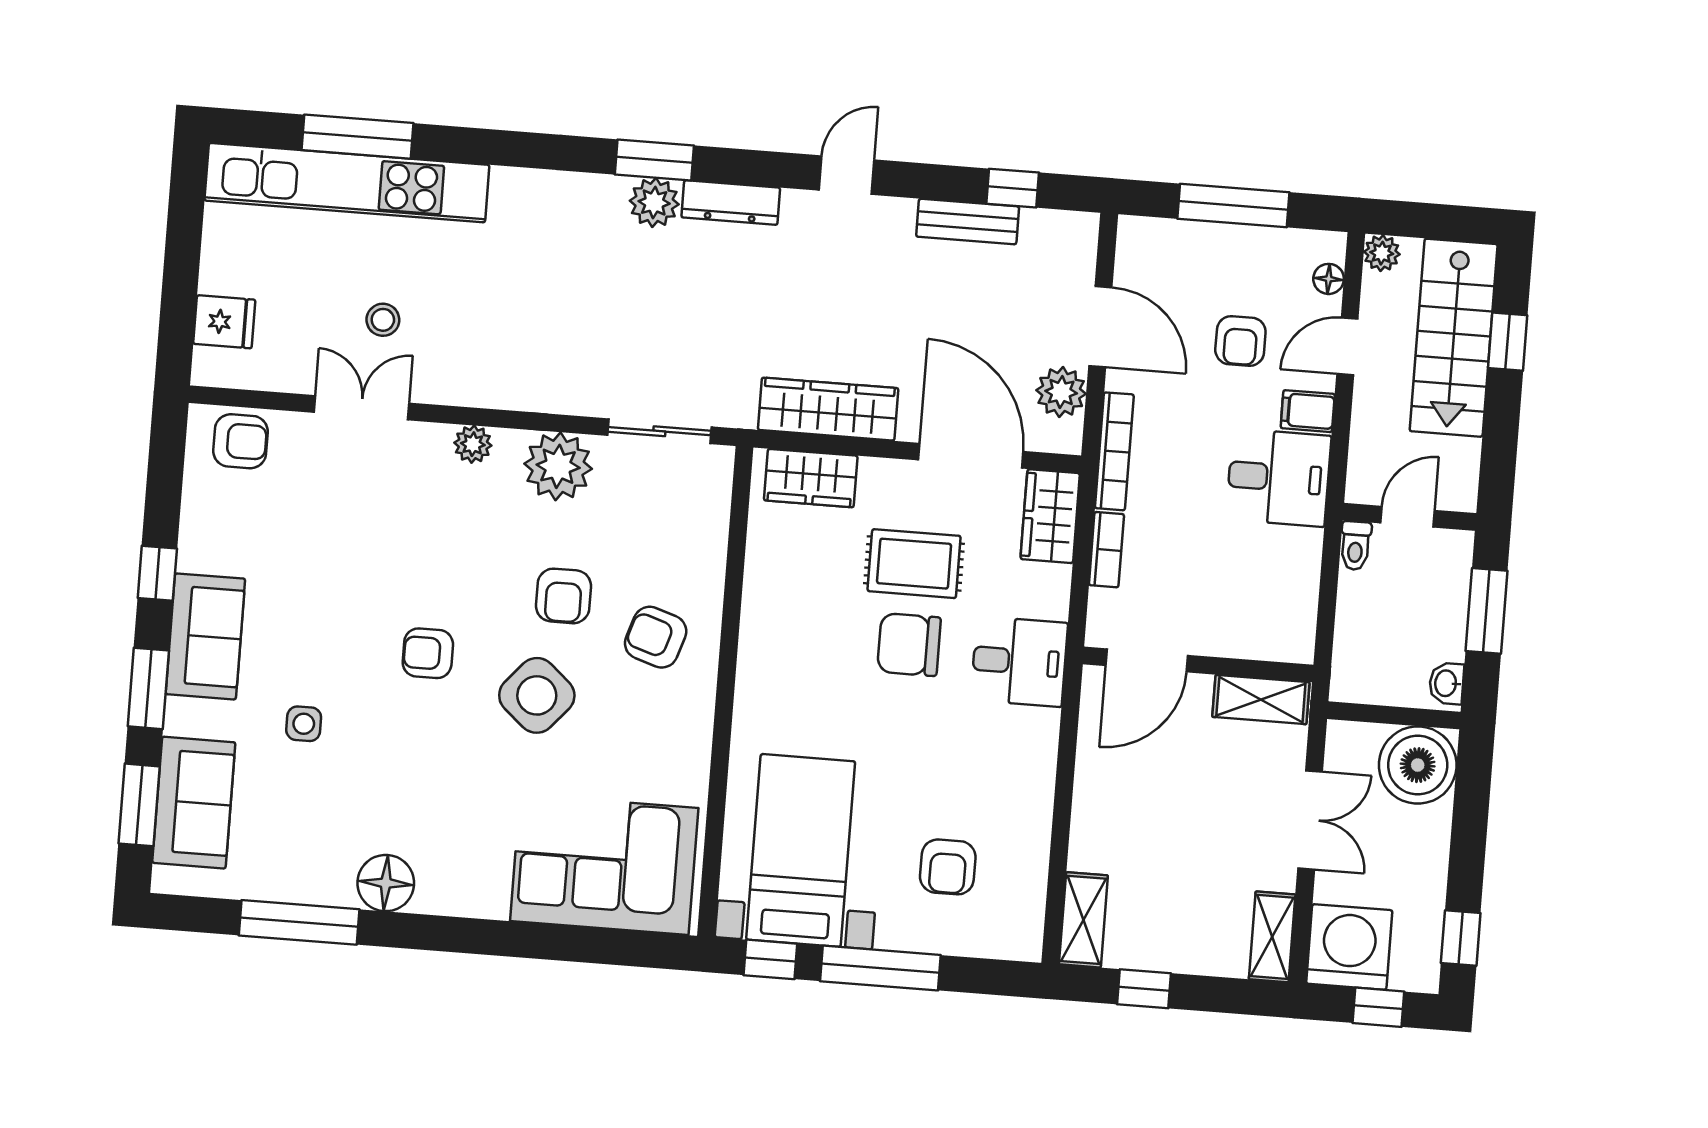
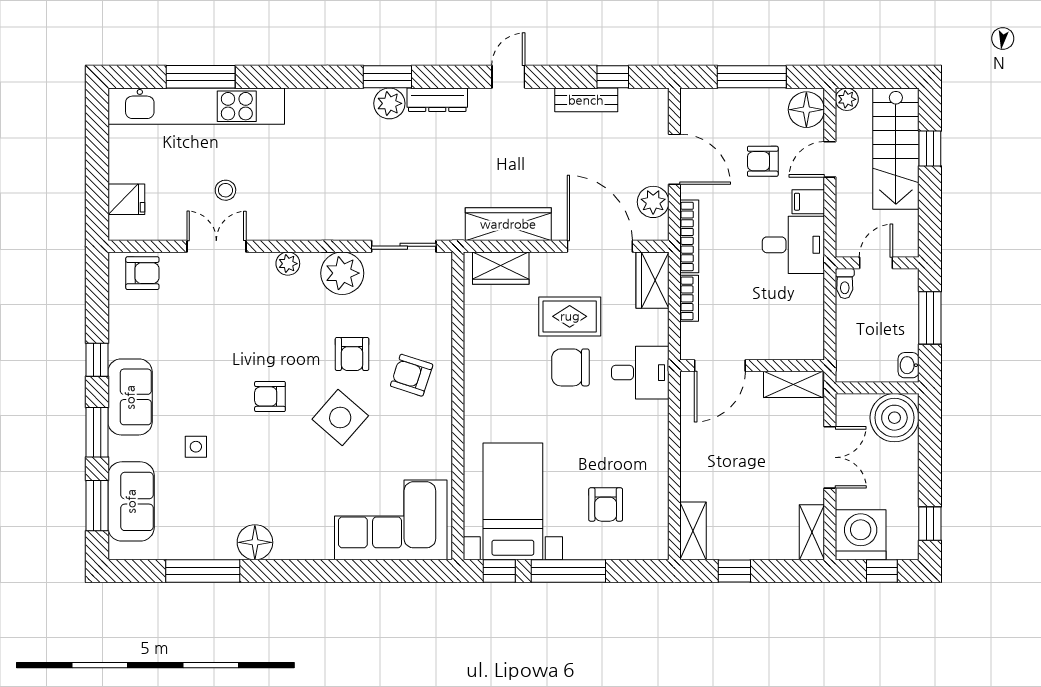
floor lamp: (1329, 279) -> (806, 110), width x1.89, depth x1.89
armchair: (1240, 341) -> (763, 161), turned 90

